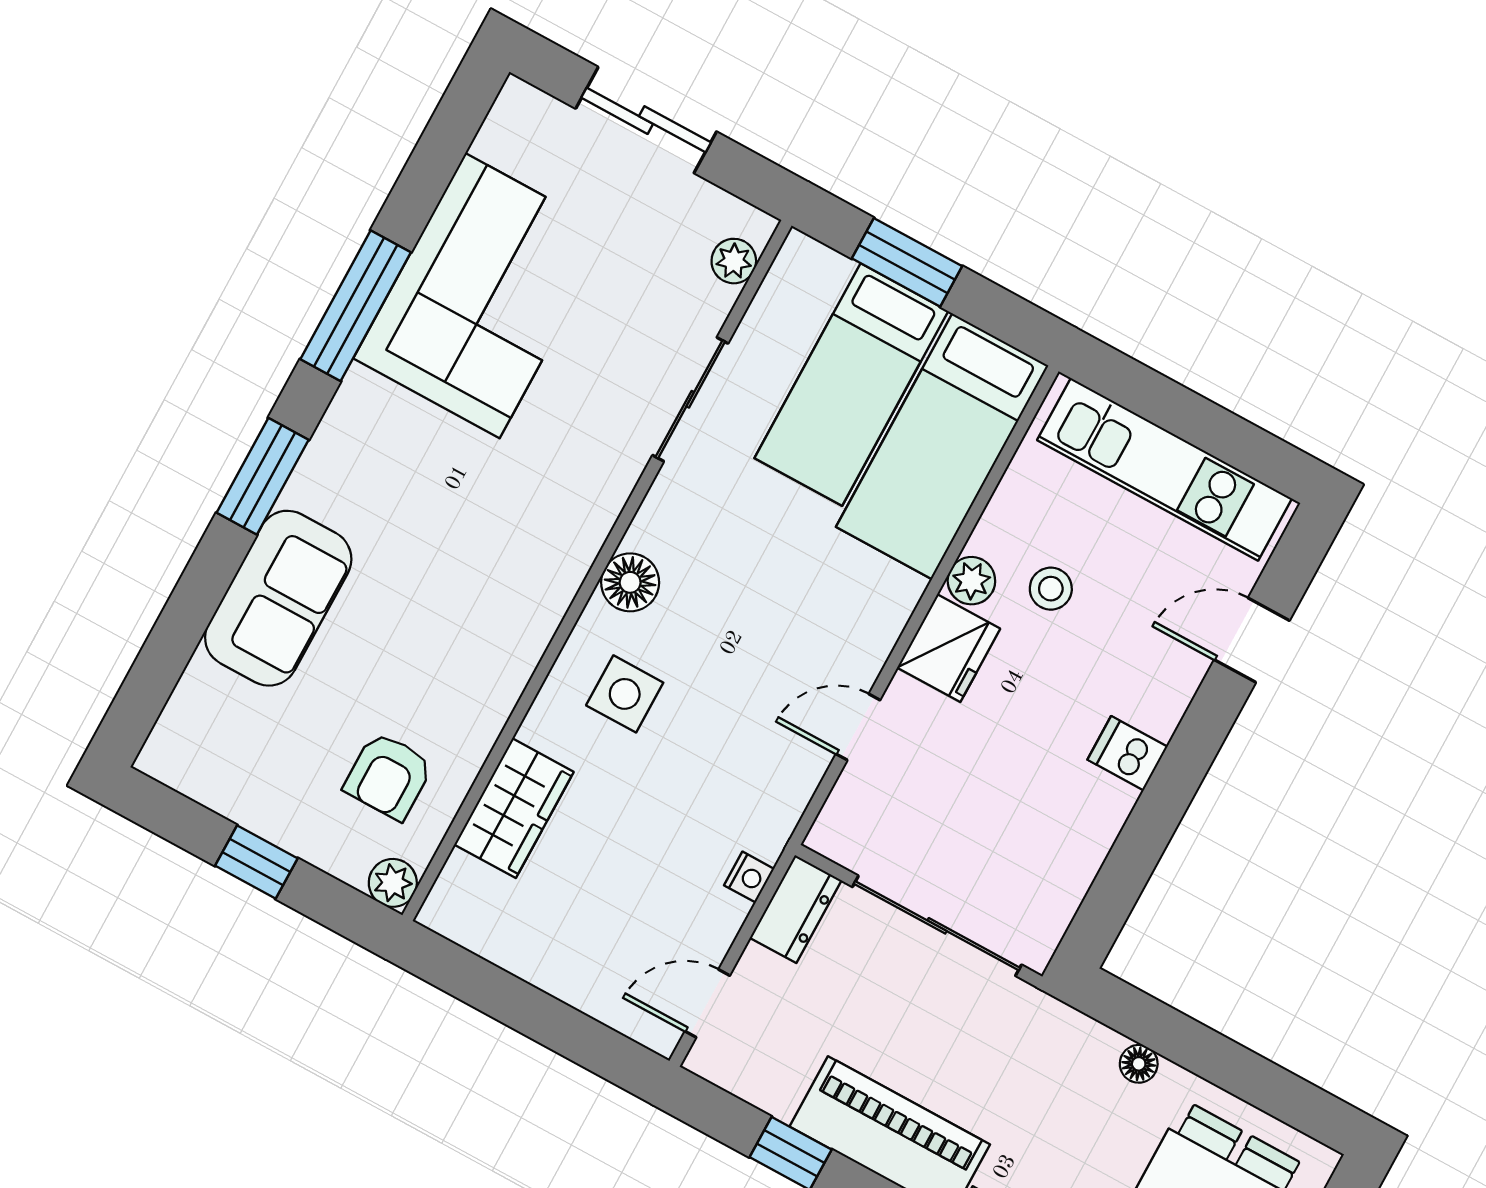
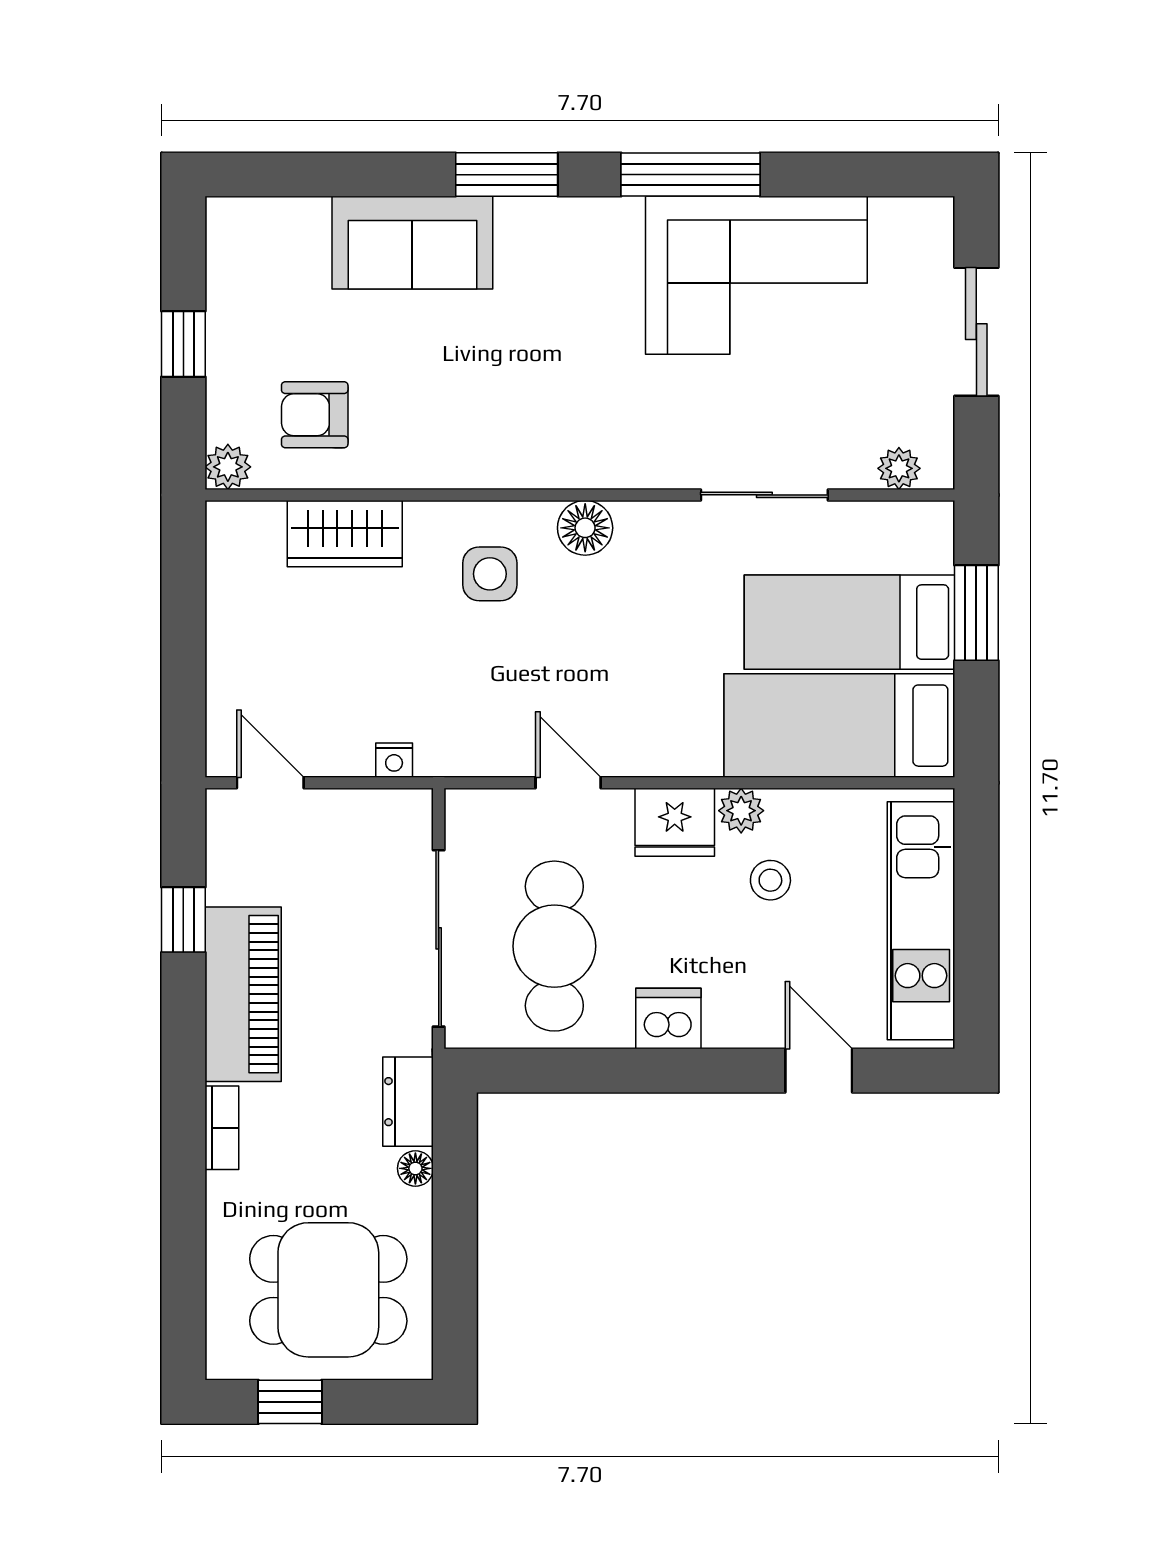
dishwasher: (1127, 753) -> (668, 1018), width x1.38
cafe table: (1003, 822) -> (554, 946), added
dresser: (796, 909) -> (408, 1102), moved, turned 90

